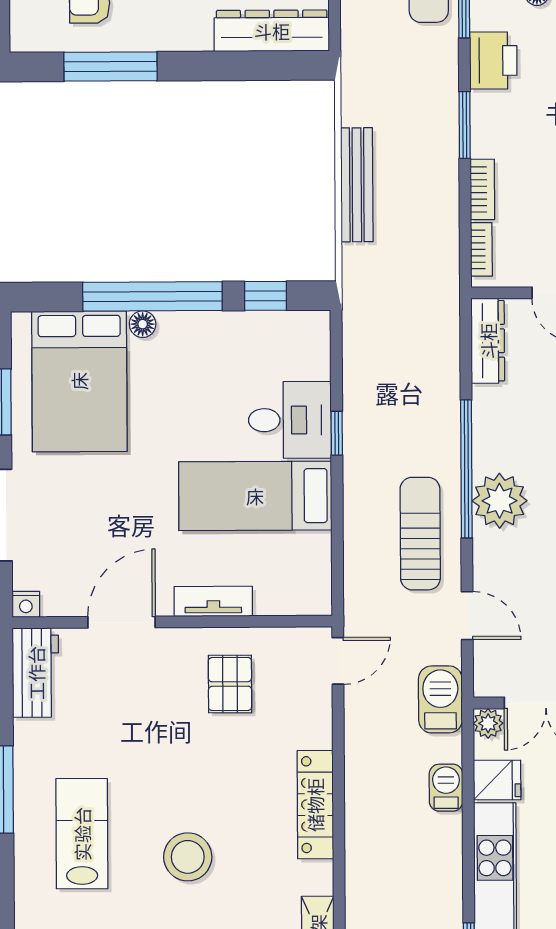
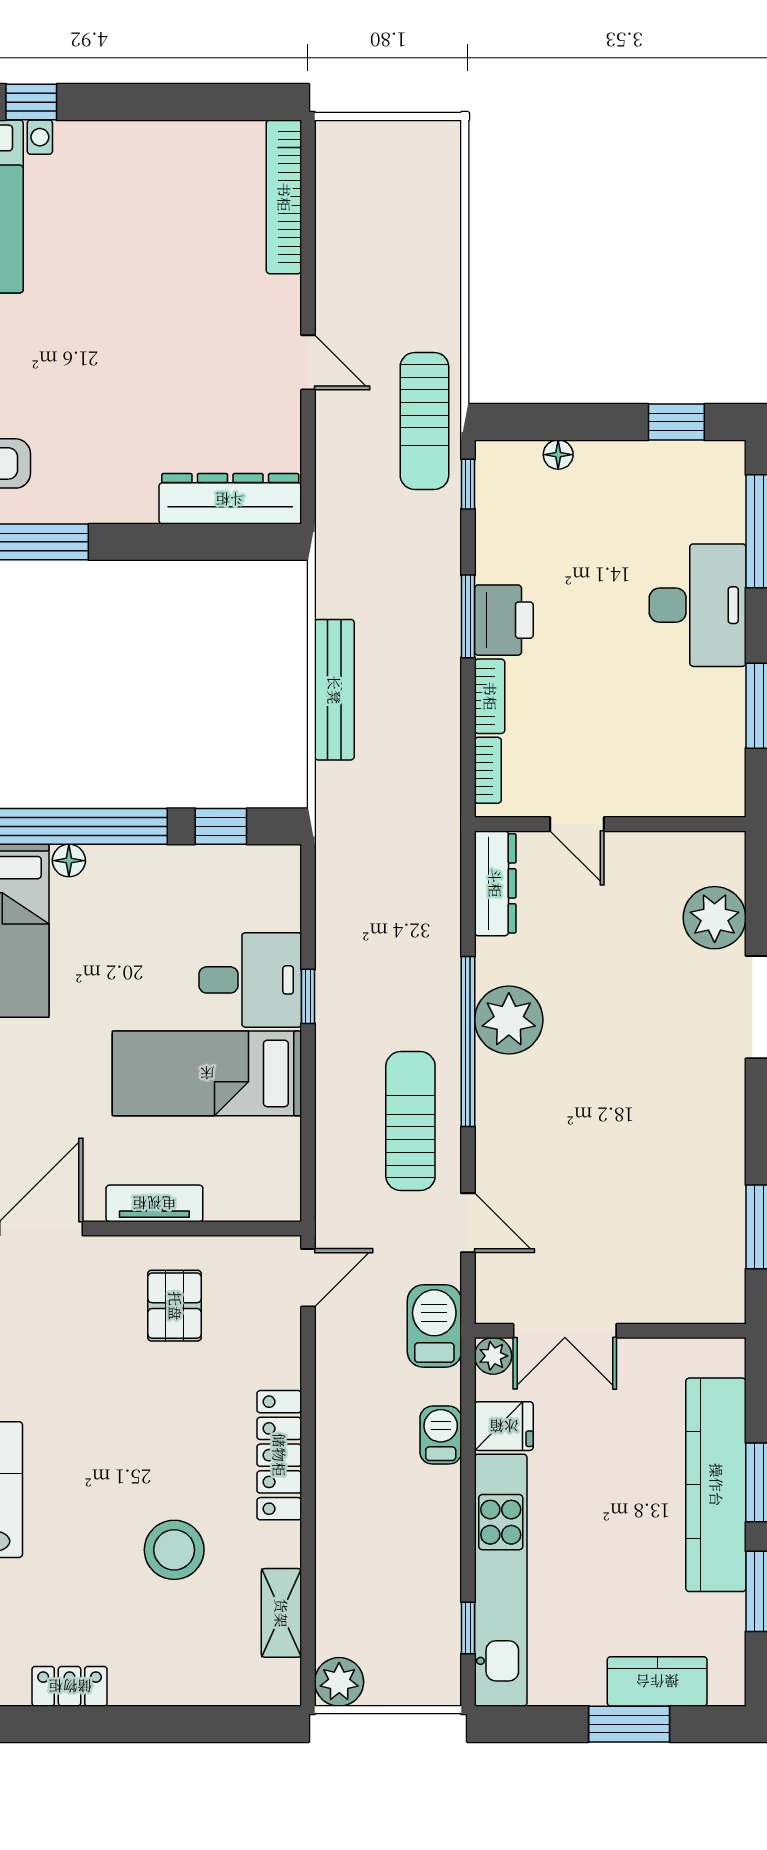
printer: (493, 61) -> (504, 620), moved
plant: (500, 501) -> (509, 1020), moved
stool: (188, 857) -> (174, 1550), moved

